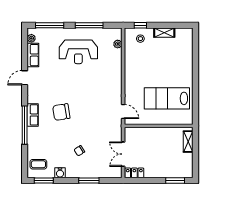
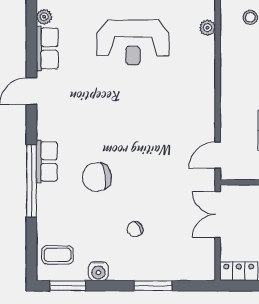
door: (123, 111) -> (218, 155), swing flipped
chair: (61, 112) -> (97, 177), moved
double door: (123, 154) -> (218, 214), moved

